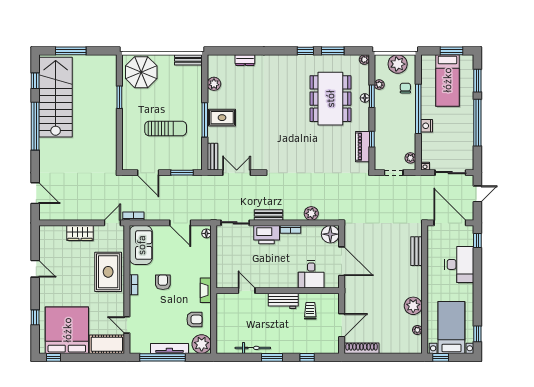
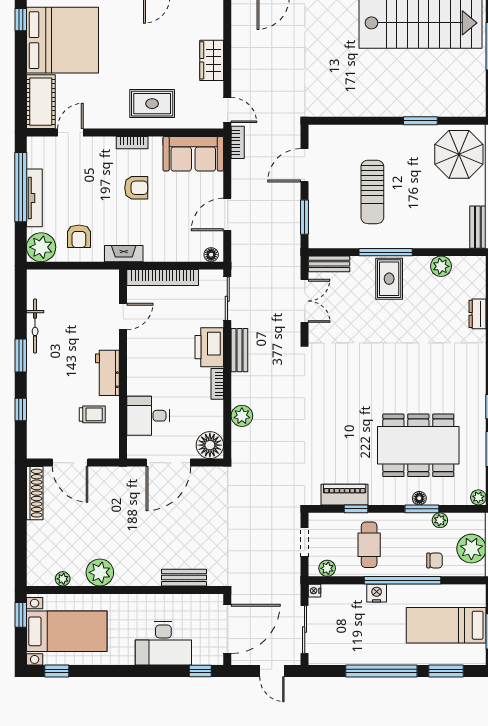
cafe table: (395, 131) -> (369, 545), added
bookcase: (221, 265) -> (163, 278), added
rug: (108, 272) -> (152, 104), width x0.73, depth x0.70

